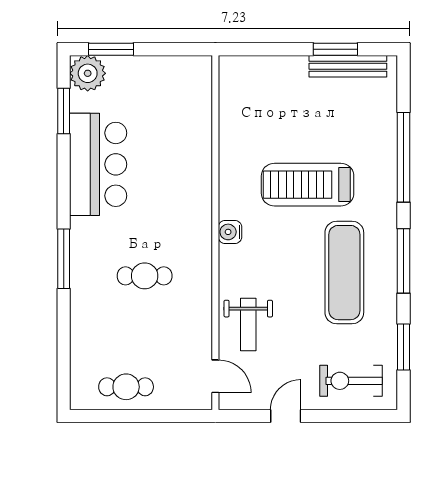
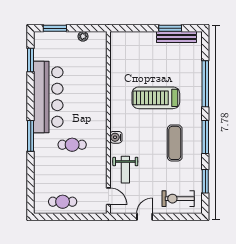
plant: (88, 73) -> (83, 36), moved, width x0.53, depth x0.53
bar counter: (98, 164) -> (48, 97), width x1.36
water cooler: (230, 232) -> (116, 137), moved
exercise mat: (344, 273) -> (175, 143), width x0.73, depth x0.69

